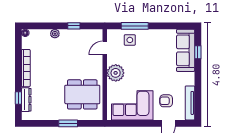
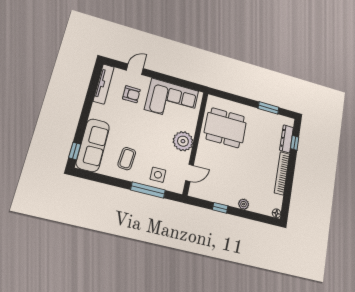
coffee table: (157, 47) -> (127, 159), added
window: (198, 52) -> (75, 151), moved
window: (68, 123) -> (268, 108), moved

